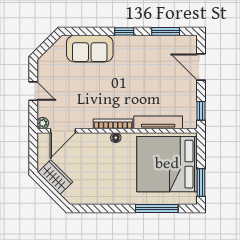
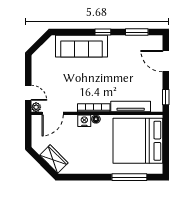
sofa: (90, 49) -> (81, 46), width x1.36
door: (33, 91) -> (28, 93), moved
nightstand: (102, 140) -> (84, 121), added
wardrobe: (55, 177) -> (54, 159), moved
window: (201, 182) -> (166, 156), removed

